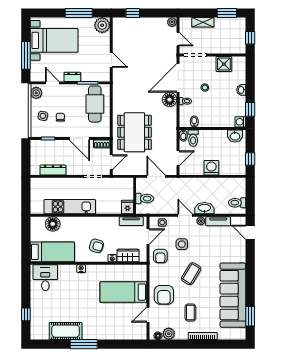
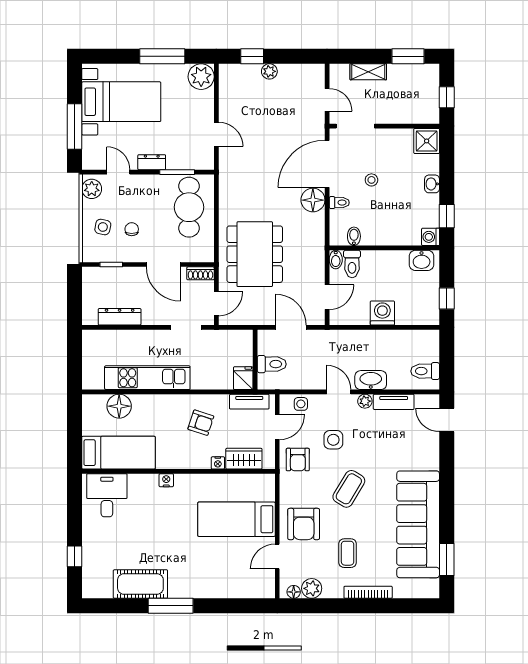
plant: (172, 22) -> (269, 71), moved
shower: (224, 64) -> (427, 141), moved
armchair: (96, 246) -> (201, 423), moved

